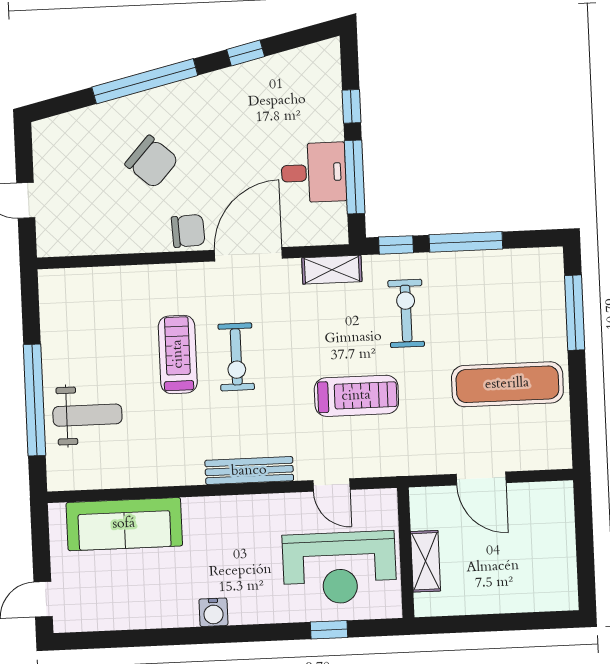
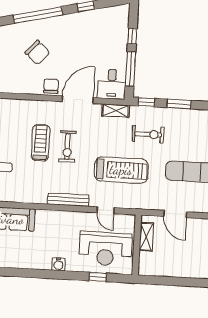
desk: (314, 173) -> (112, 84), moved, turned 90
chair: (188, 231) -> (51, 86), turned -87
window: (466, 242) -> (179, 104), width x0.69
exercise bike: (406, 313) -> (148, 134), turned 90
treadmill: (356, 396) -> (121, 170), width x1.37, depth x1.38
shelving: (426, 561) -> (146, 237), moved
water cooler: (213, 612) -> (58, 264), moved

